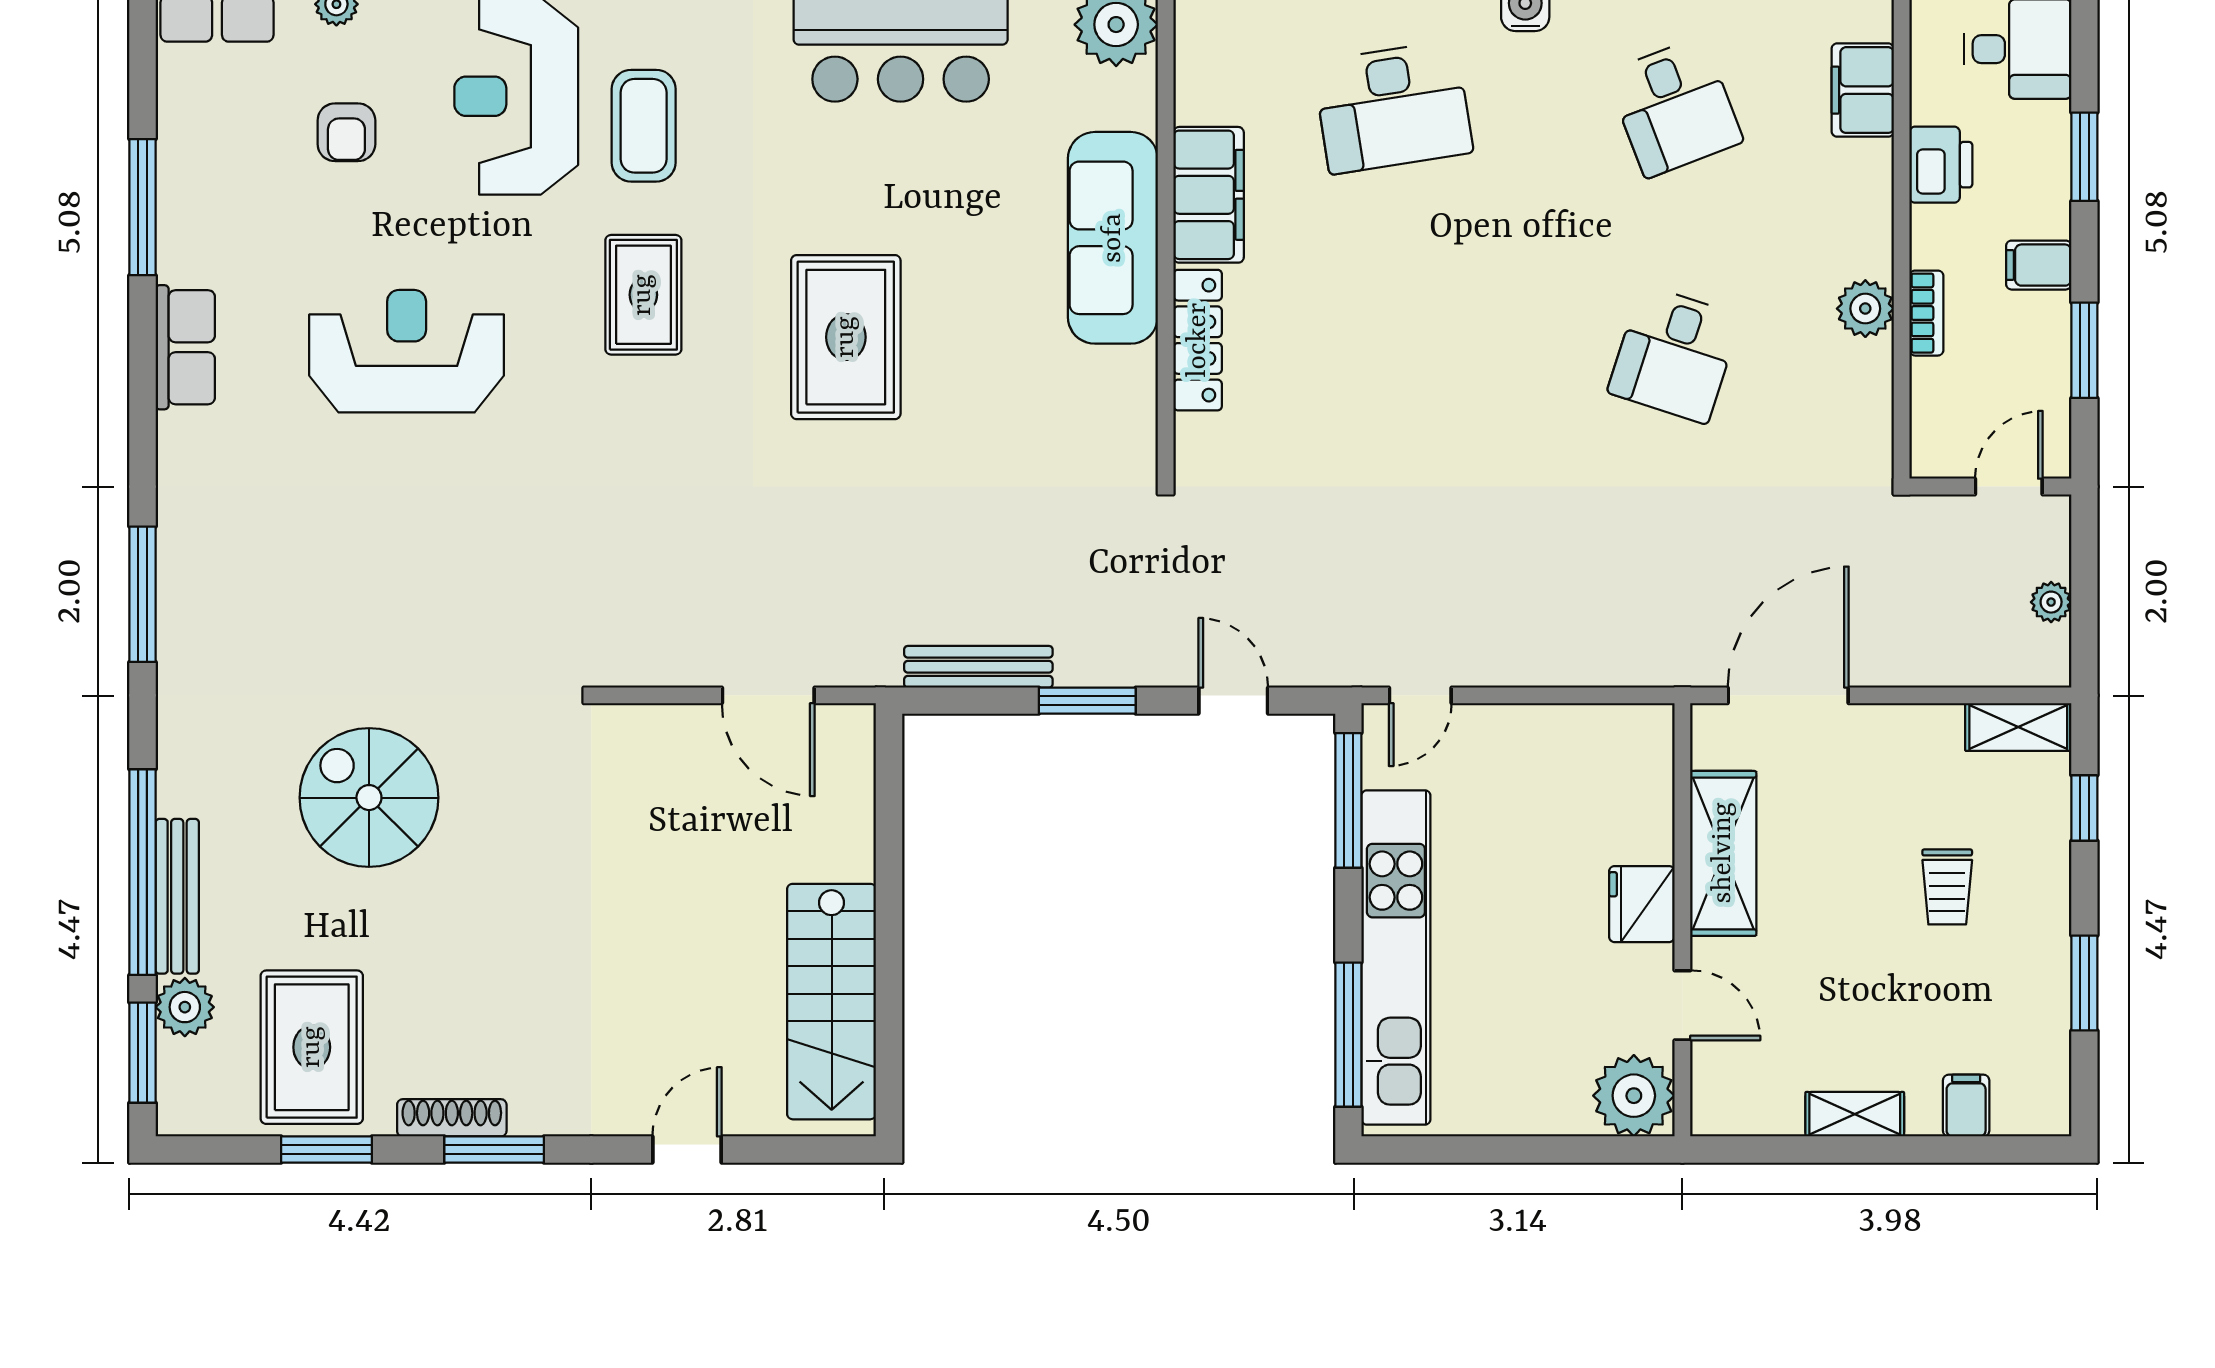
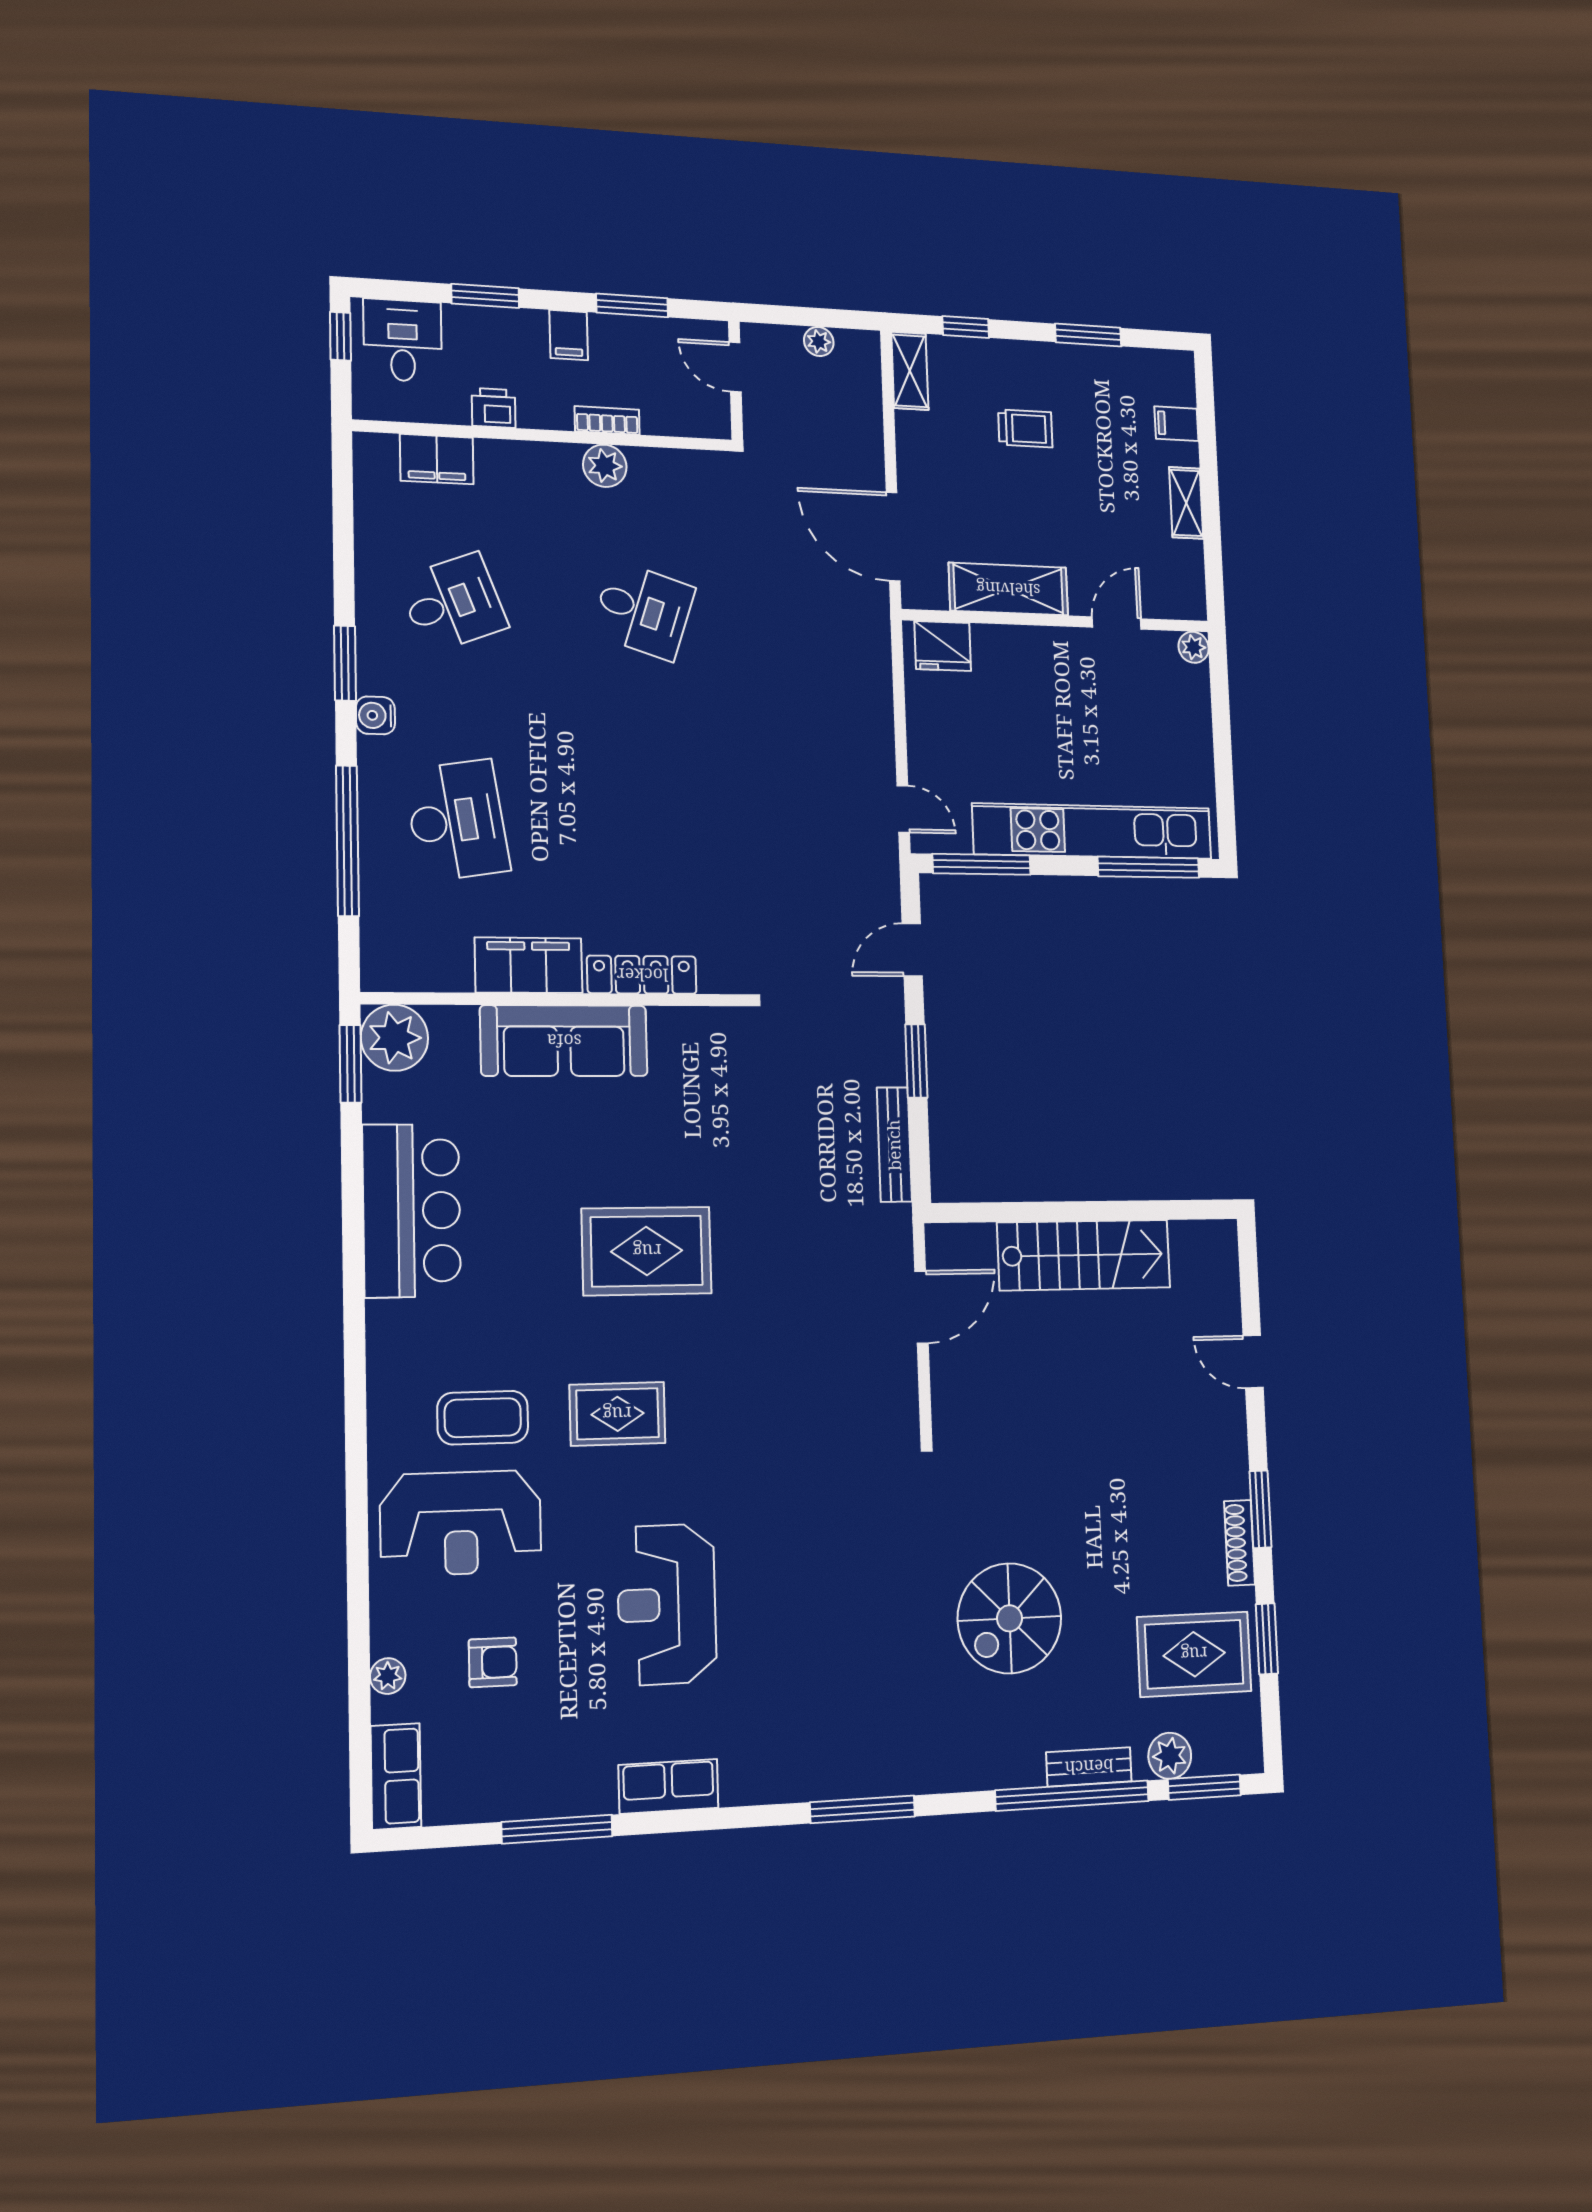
printer: (1941, 165) -> (494, 408), width x0.73, depth x0.81
bench: (177, 896) -> (1089, 1767), width x0.73
fridge: (1642, 904) -> (943, 646), moved
stairs: (832, 1002) -> (1084, 1255), moved
plant: (1634, 1096) -> (1194, 647), width x0.53, depth x0.53

